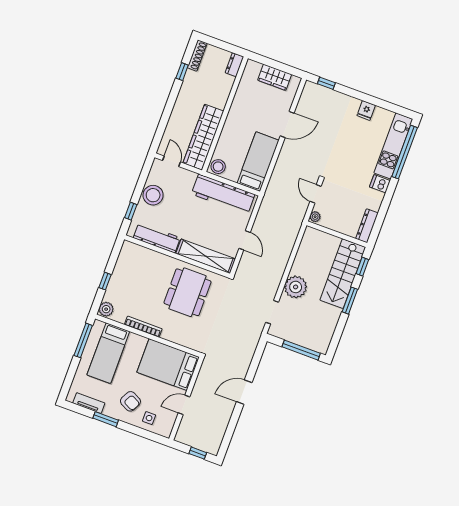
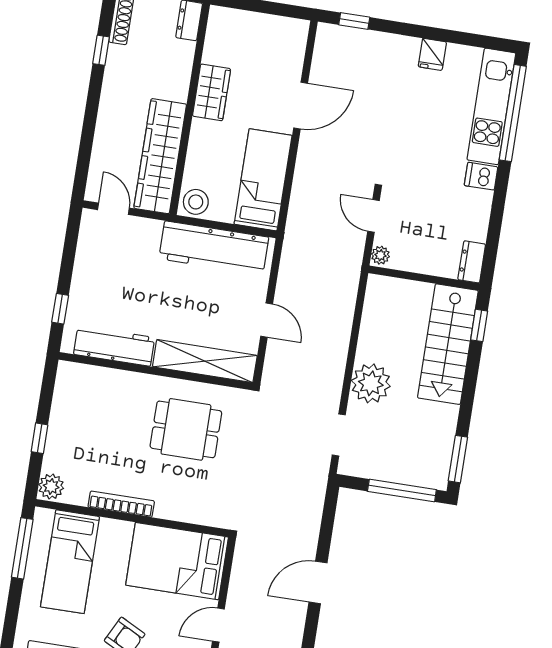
wardrobe: (275, 77) -> (212, 92), moved, turned -90
stool: (153, 195) -> (93, 274), removed
dresser: (367, 226) -> (472, 262), width x0.70
dining table: (187, 292) -> (186, 429), width x0.73
window: (350, 301) -> (458, 459), moved

